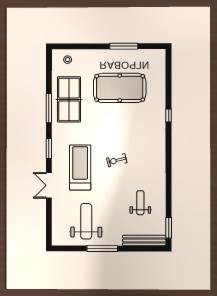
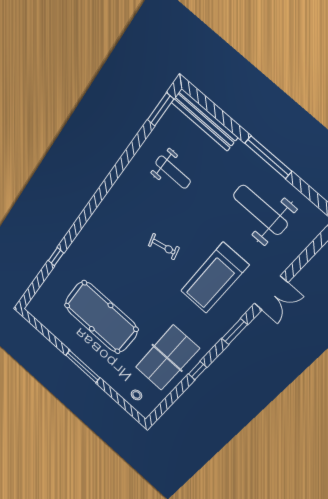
window: (124, 46) -> (83, 366), moved
window: (49, 108) -> (198, 371), width x0.46
window: (169, 116) -> (56, 257), moved
weight bench: (140, 203) -> (173, 172), turned -90
weight bench: (86, 221) -> (260, 210), turned 90

